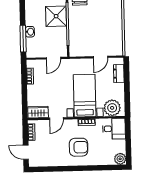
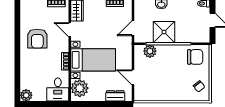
shower: (56, 16) -> (164, 32), moved
plant: (75, 41) -> (150, 51), added
door: (53, 58) -> (133, 28), hinge flipped
armchair: (79, 147) -> (37, 39), moved

